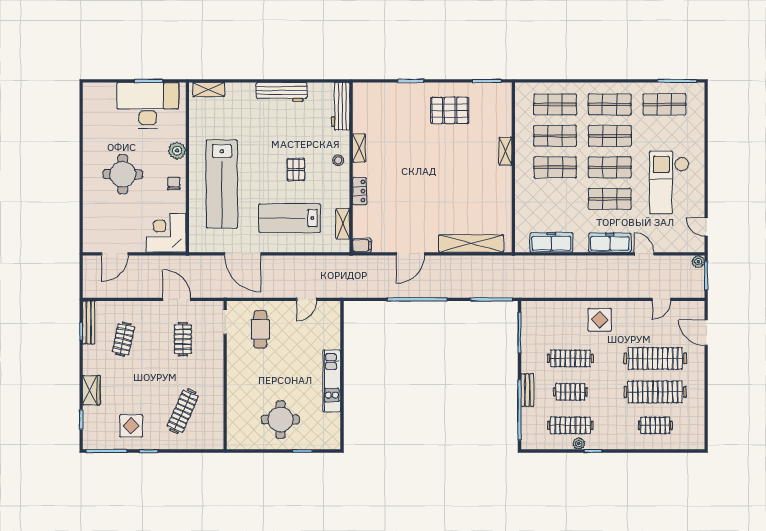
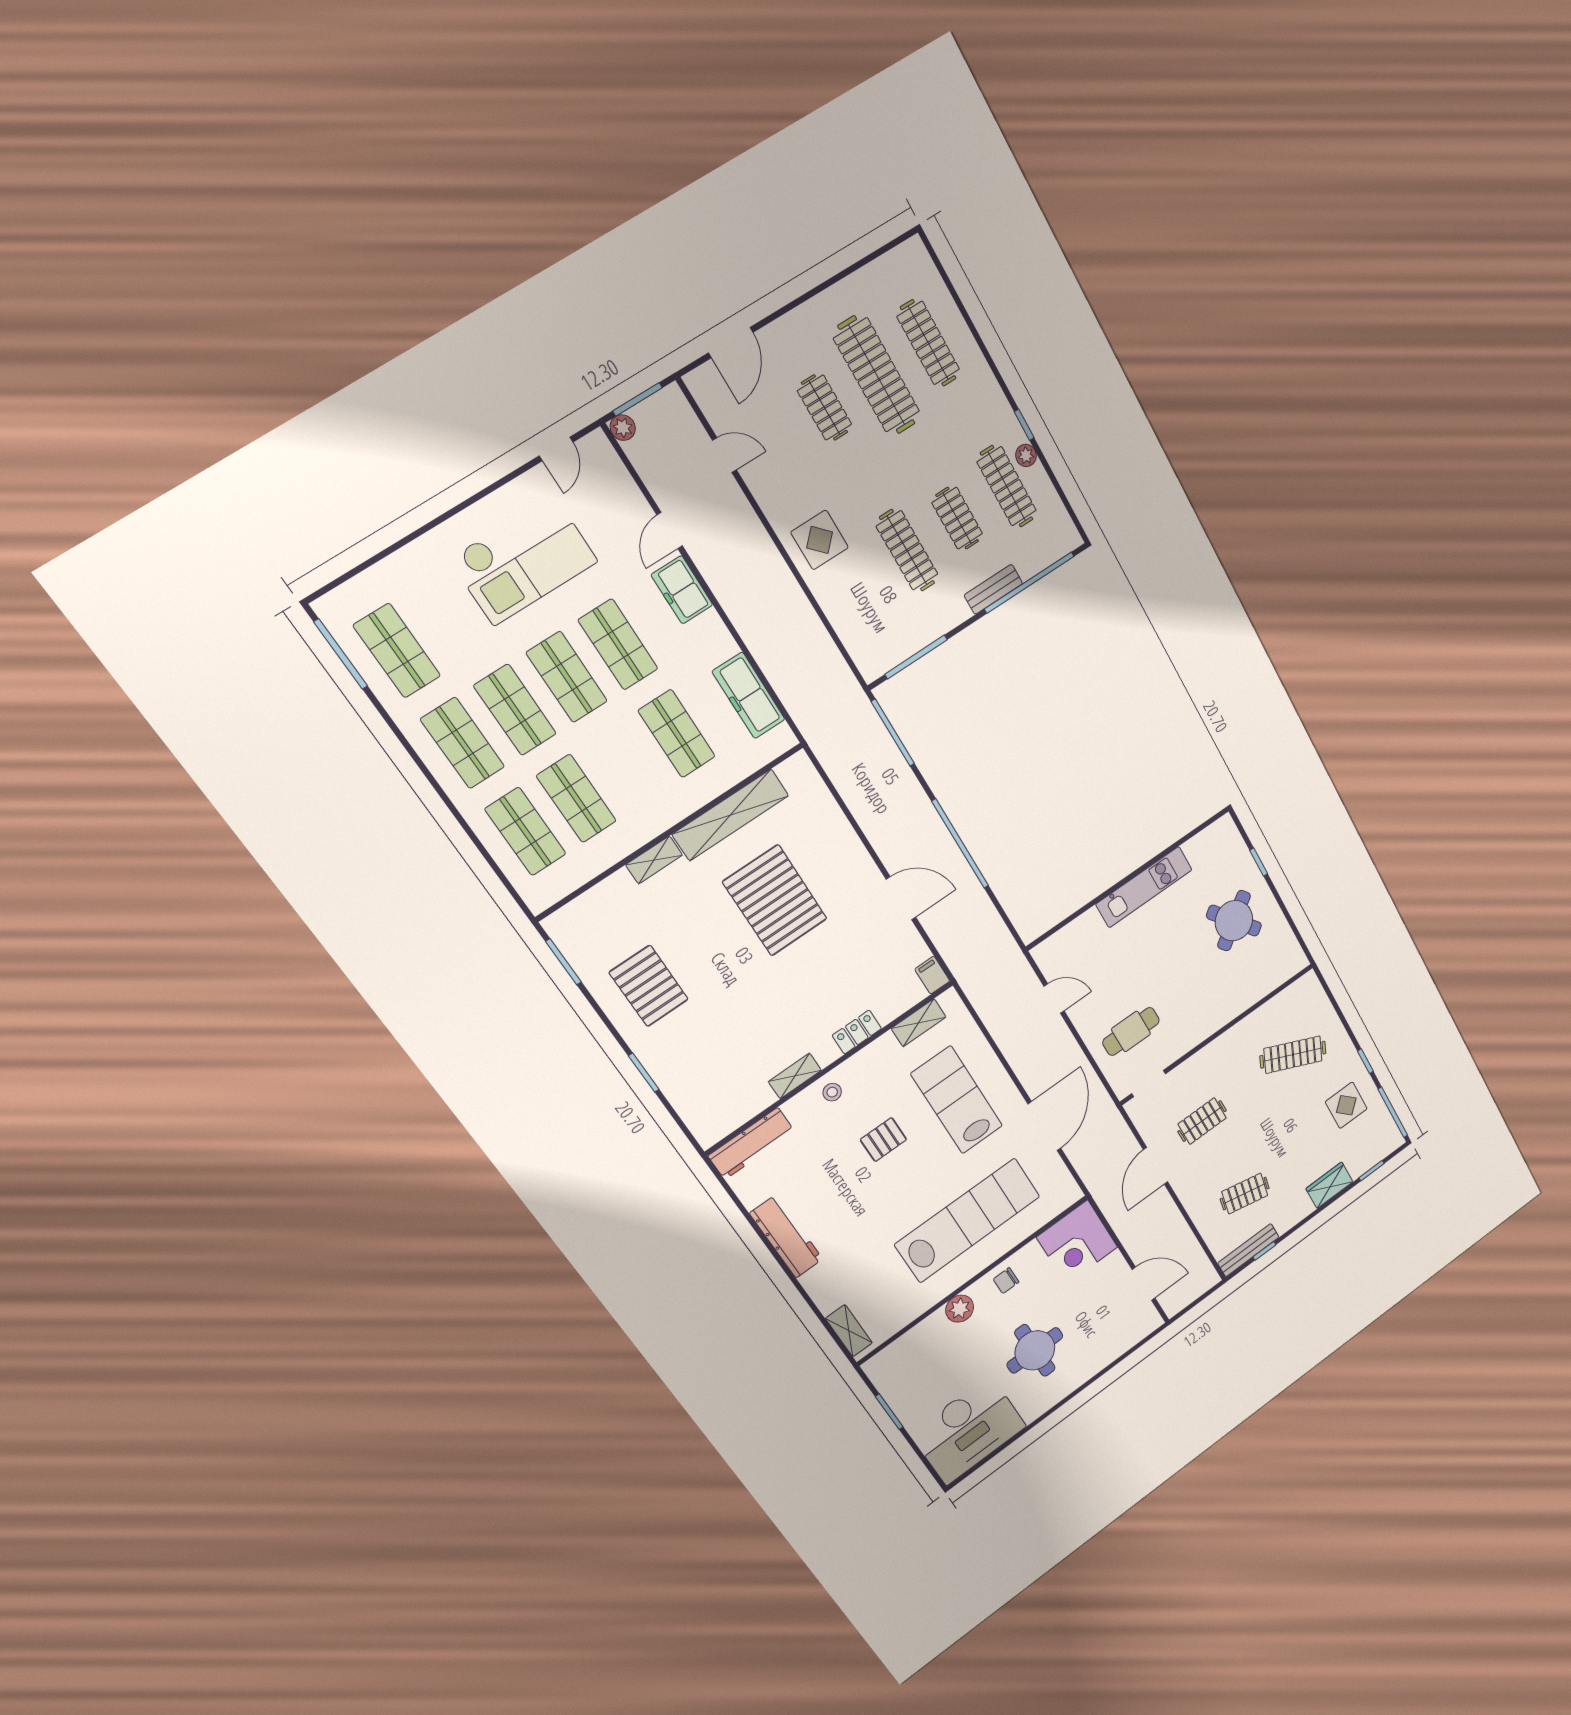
desk: (148, 105) -> (968, 1430), moved, turned -90
shop shelf: (555, 167) -> (677, 734), moved
pallet: (450, 194) -> (775, 900), added
lab bench: (290, 218) -> (957, 1100), turned 180
shelving: (471, 243) -> (731, 815), moved, turned 90
freezer: (610, 243) -> (682, 590), width x0.71
clothes rail: (655, 358) -> (825, 408), width x0.54, depth x0.76
round table: (281, 420) -> (1234, 921), turned -37
clothes rail: (655, 425) -> (928, 343), width x1.36

